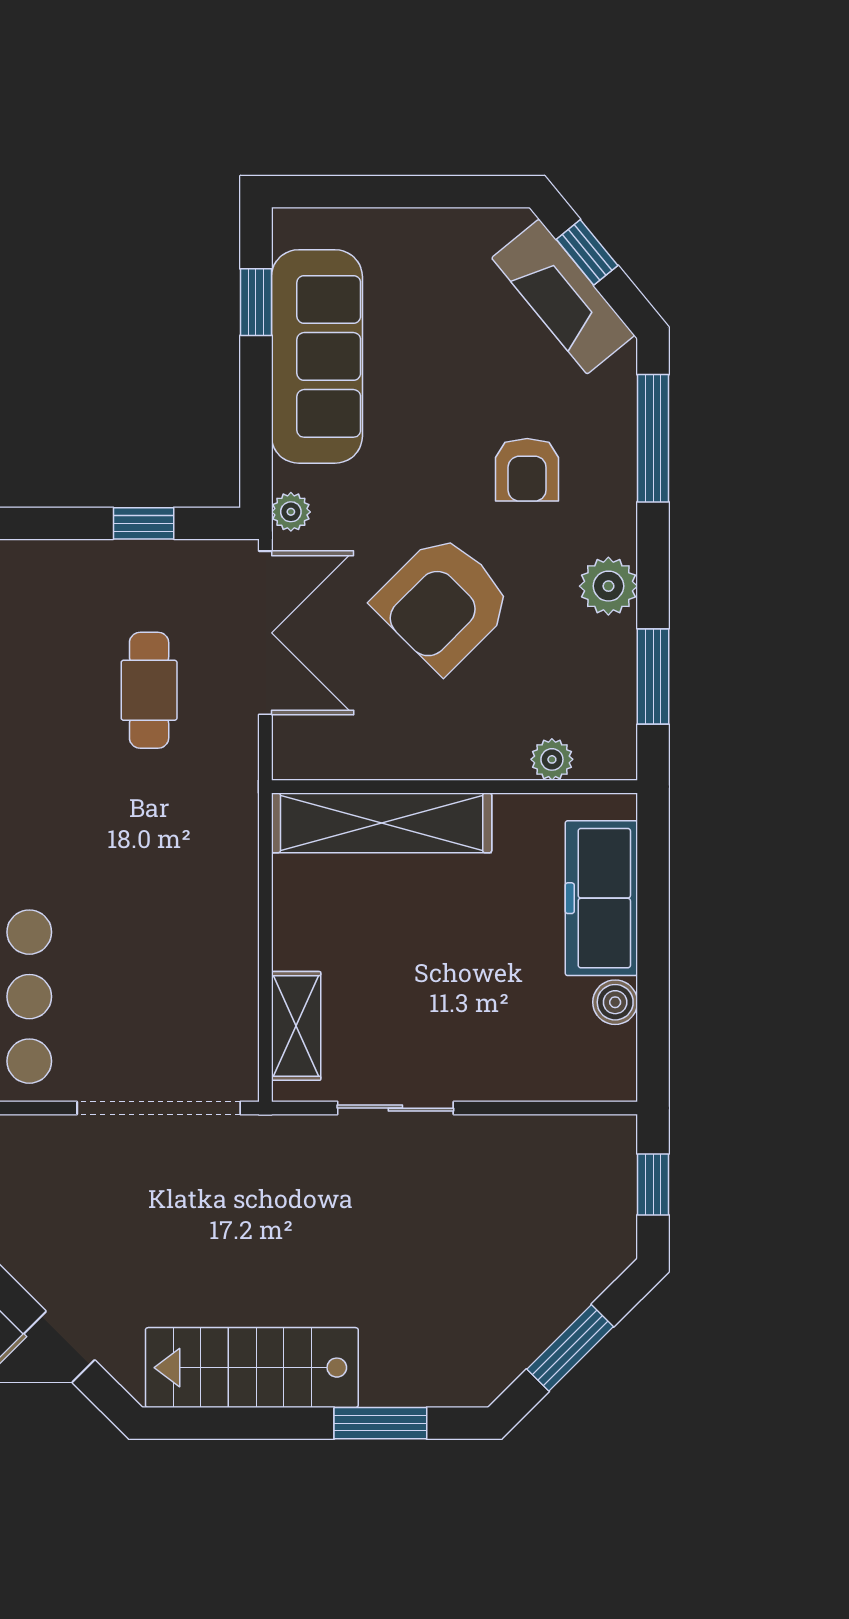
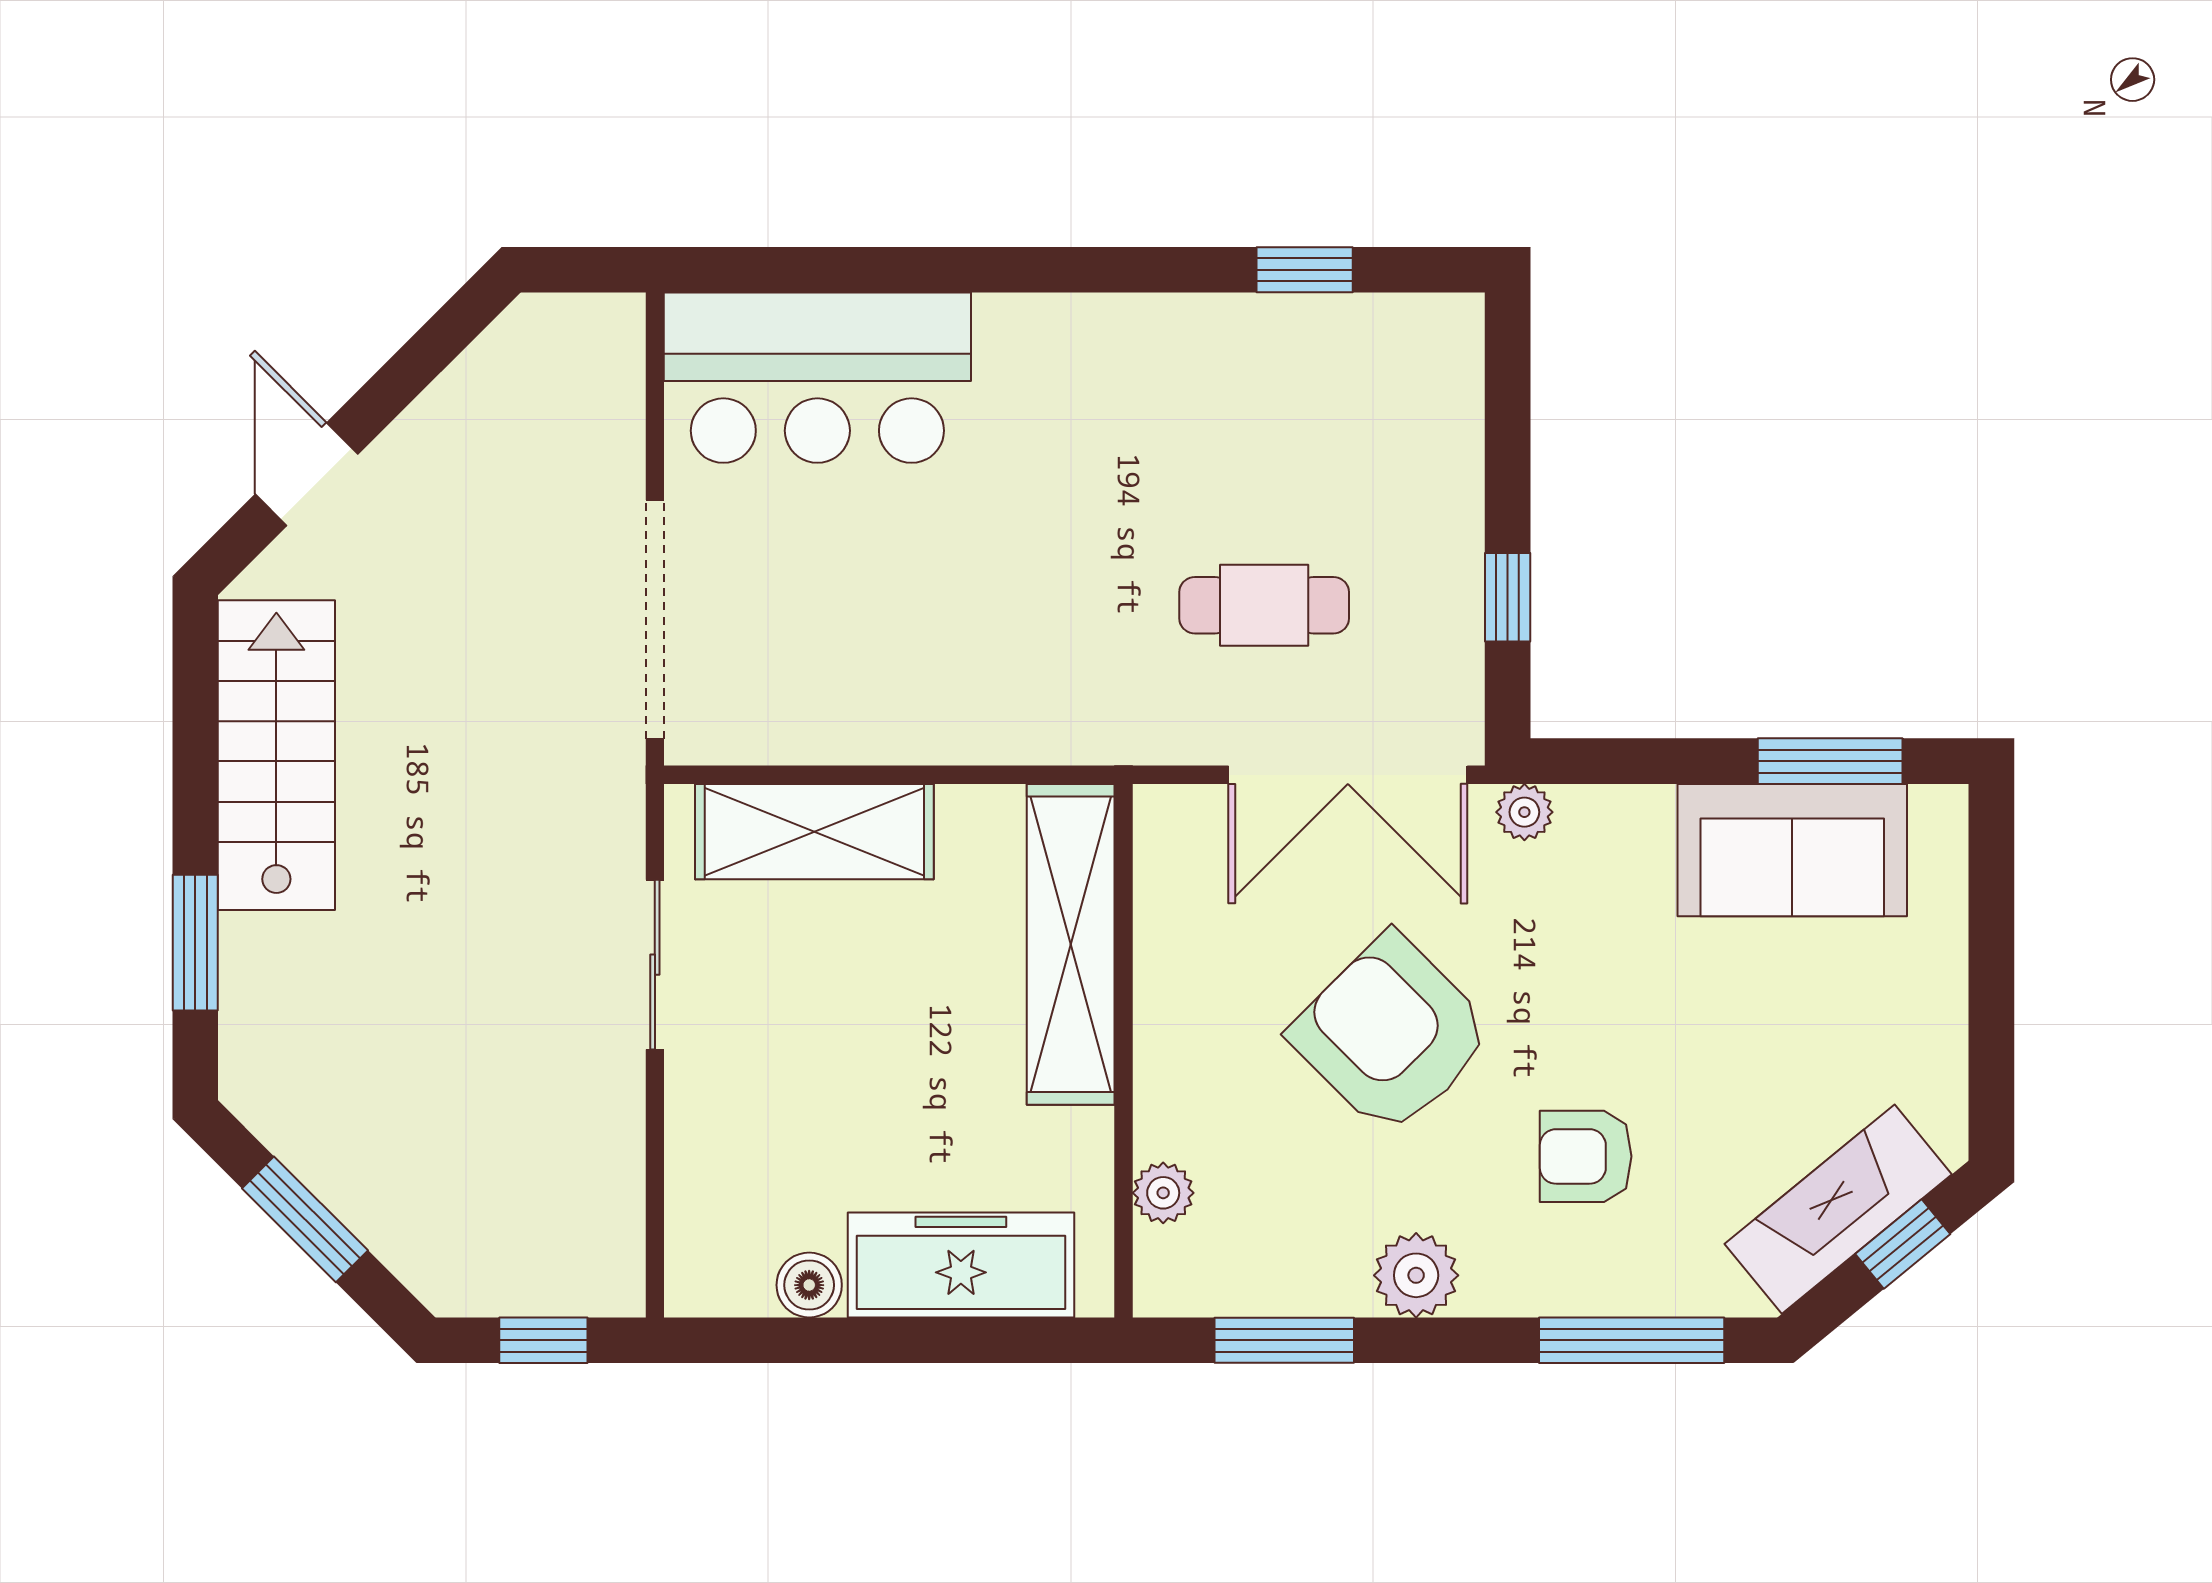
window: (256, 302) -> (1830, 761), width x1.50
sofa: (317, 356) -> (1792, 850), width x0.73
shelving: (296, 1026) -> (814, 832), width x1.50, depth x1.33

